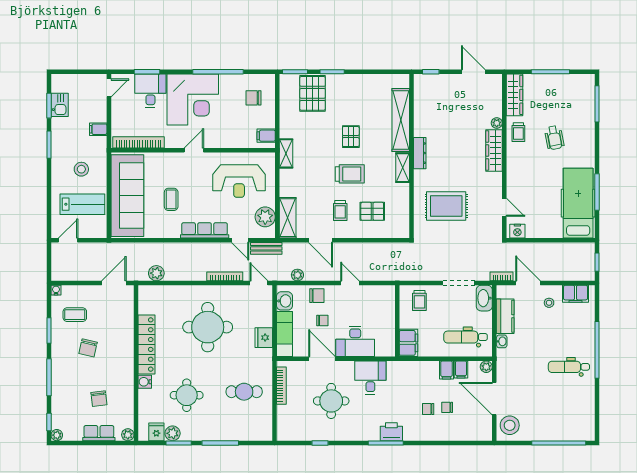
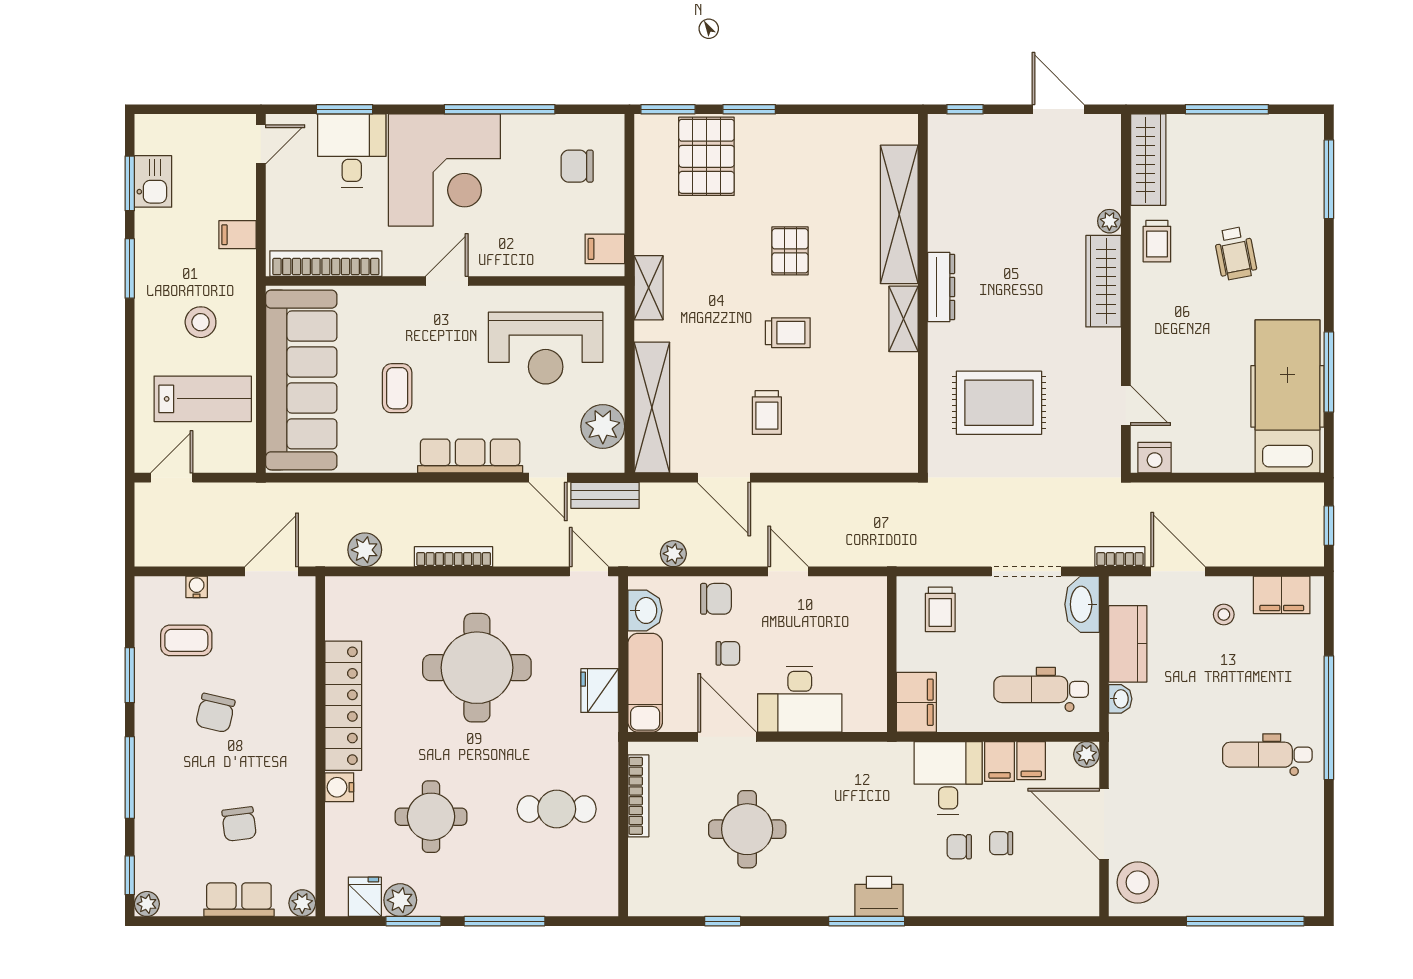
trolley: (350, 174) -> (788, 333), width x0.73, depth x0.72
pallet: (372, 211) -> (837, 414), removed
shelving: (288, 218) -> (652, 408), width x1.47
bookcase: (225, 276) -> (454, 557), moved
water cooler: (56, 290) -> (197, 587), moved
desk: (370, 378) -> (948, 778), moved

